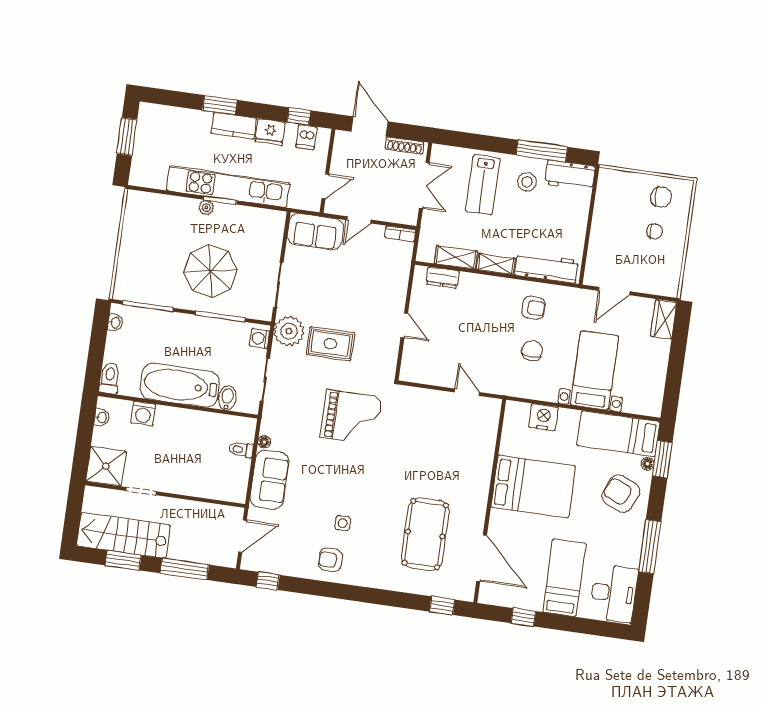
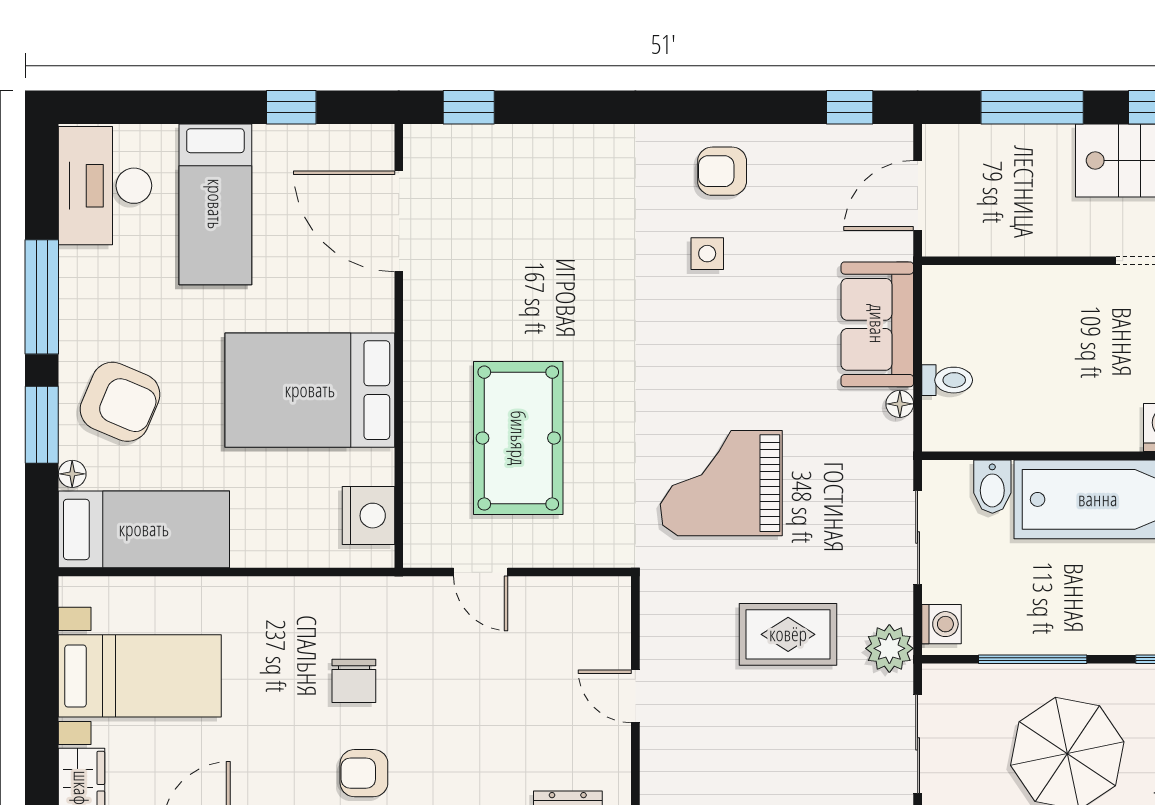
plant: (289, 331) -> (889, 648), width x0.73, depth x0.73
bed with nightstands: (594, 370) -> (140, 676), moved, turned -90
nightstand: (544, 417) -> (368, 516), moved, turned -90
window: (662, 459) -> (42, 425), moved
pool table: (425, 534) -> (518, 438), moved
armchair: (330, 560) -> (722, 171), turned 180

